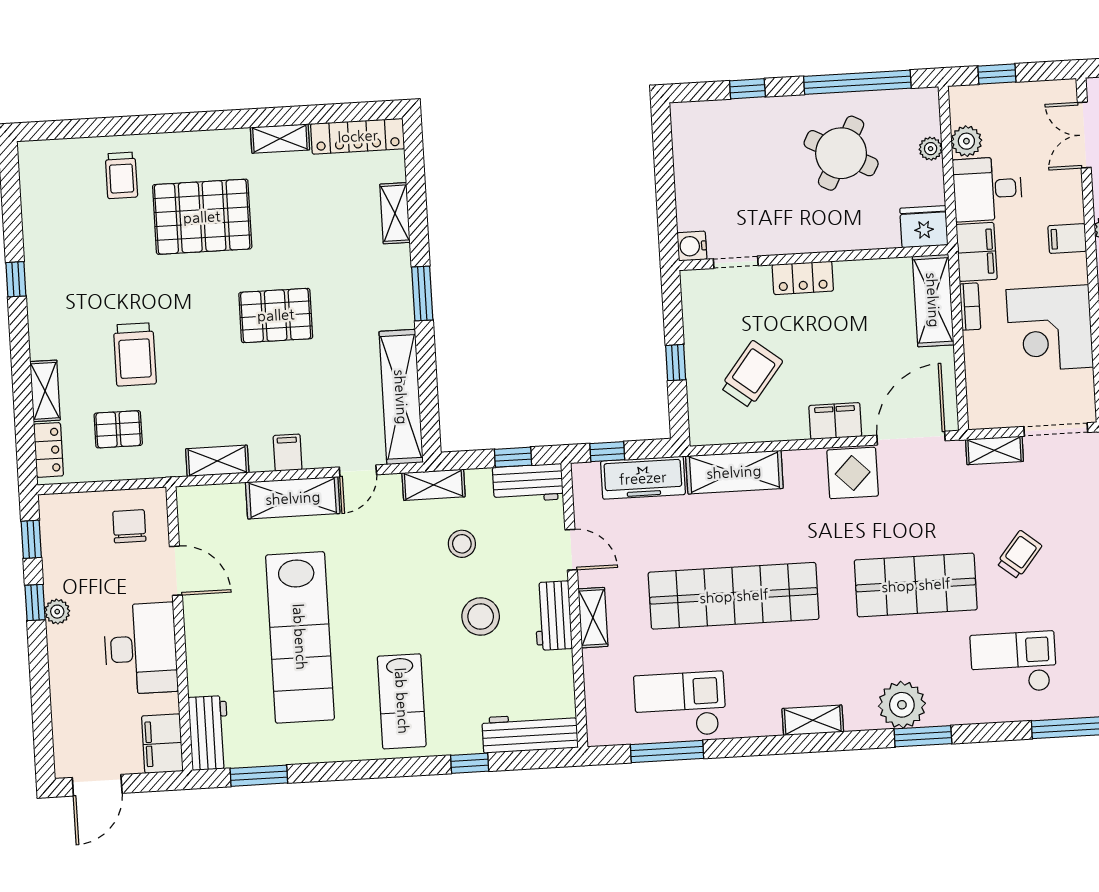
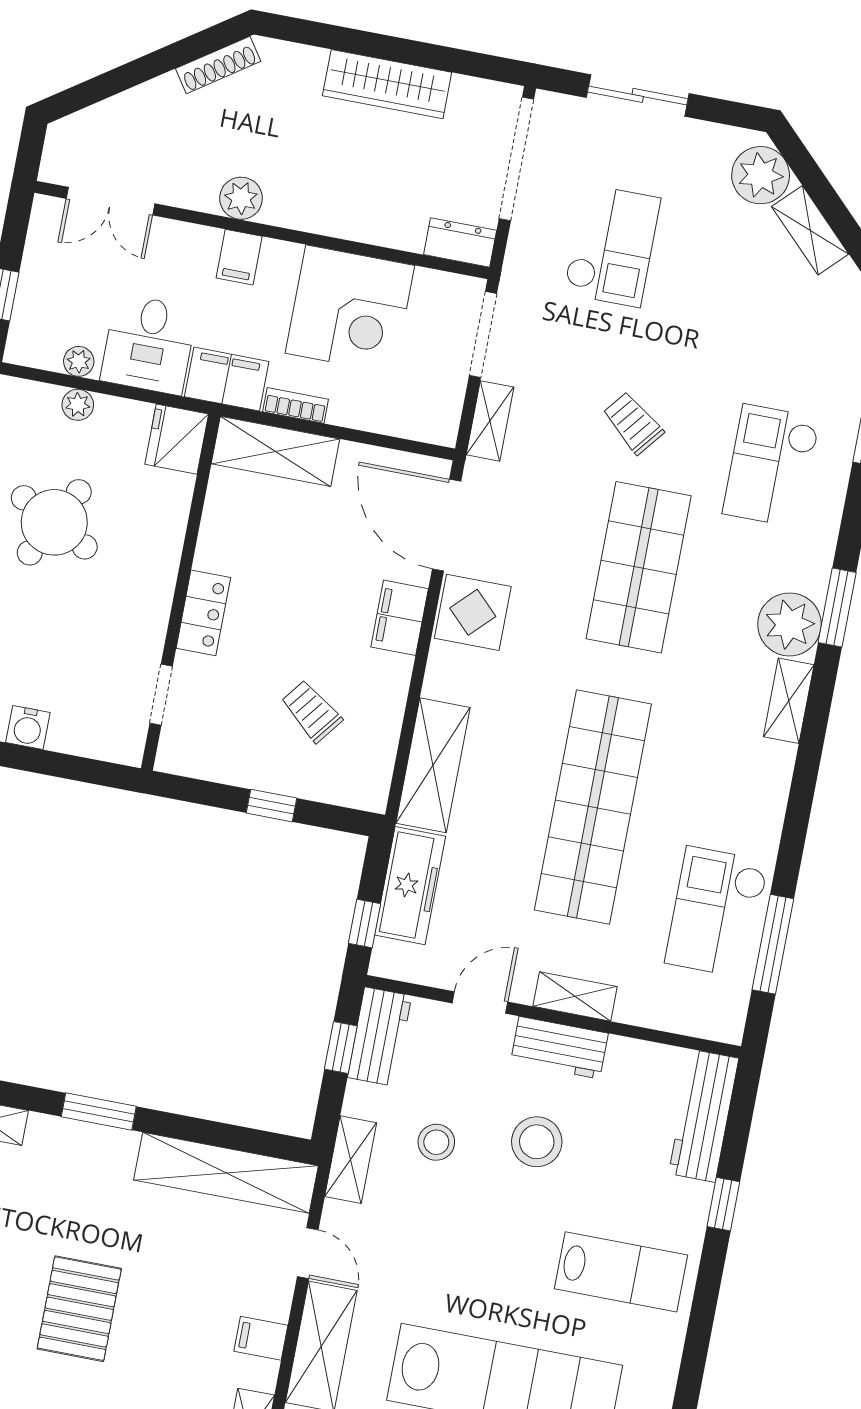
plant: (966, 141) -> (79, 361), width x0.73, depth x0.73
water cooler: (692, 246) -> (28, 727), moved
trolley: (751, 374) -> (312, 711), width x0.73, depth x0.72
shelving: (813, 720) -> (789, 701), moved

